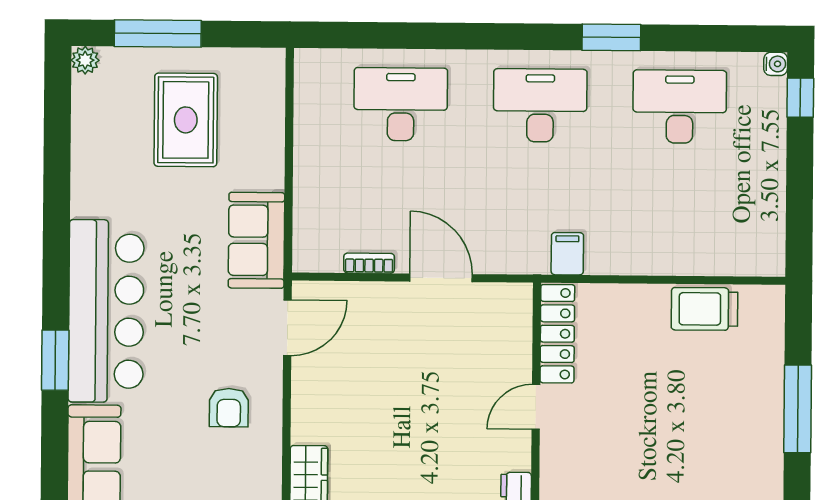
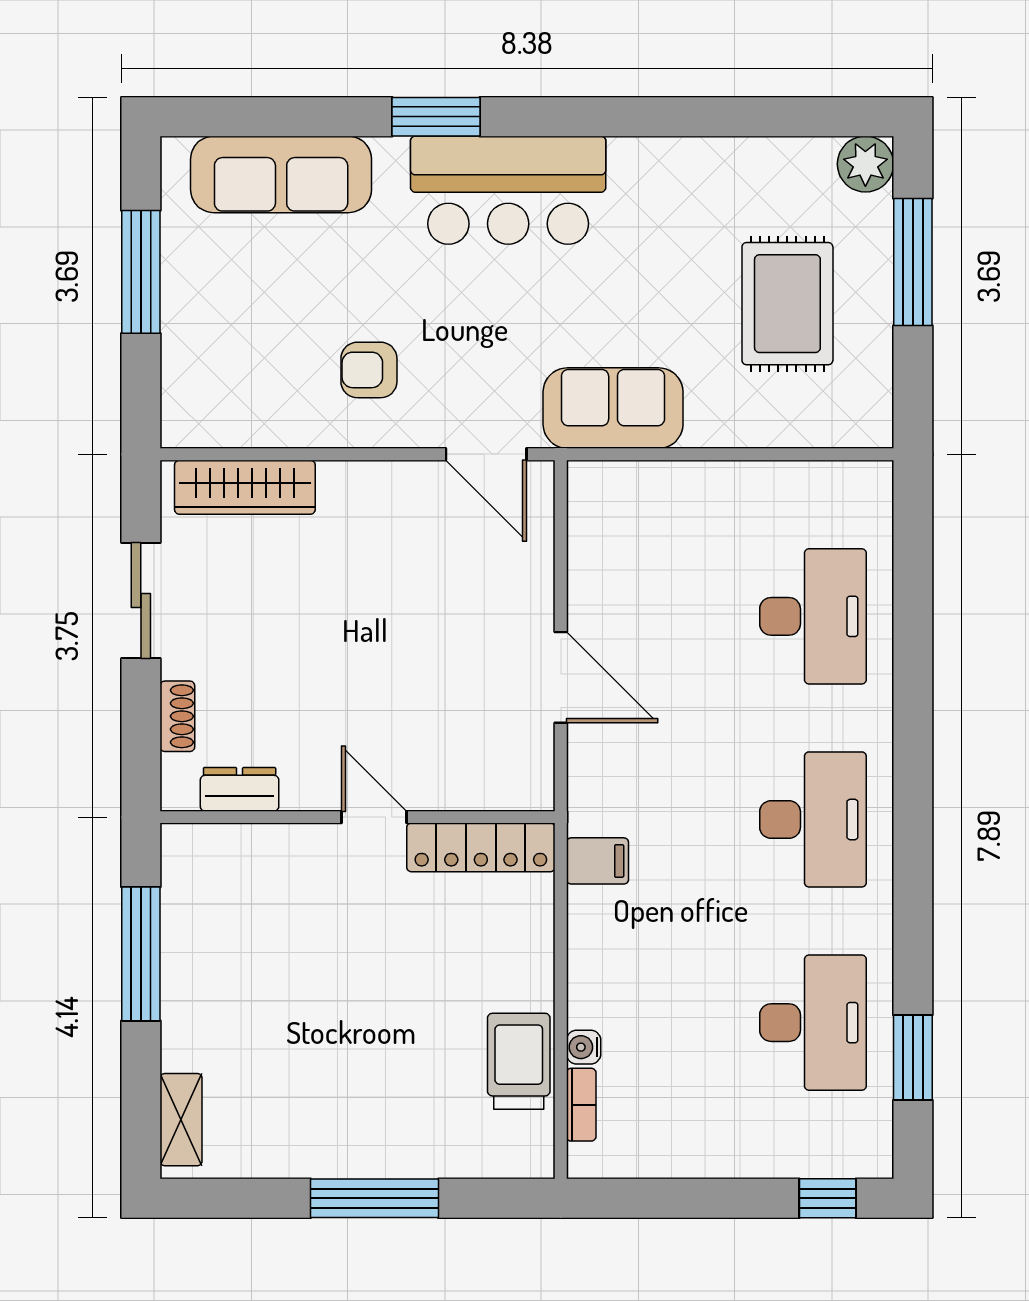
window: (611, 37) -> (913, 1057), moved
plant: (85, 60) -> (865, 164), width x1.38, depth x1.38
water cooler: (776, 64) -> (584, 1047), moved, turned 90
rug: (186, 120) -> (787, 304), turned 90
bookcase: (369, 263) -> (581, 1105), moved
door: (441, 278) -> (561, 677), hinge flipped
bar counter: (106, 311) -> (508, 190), width x0.73

